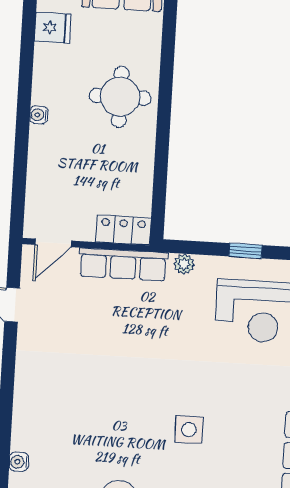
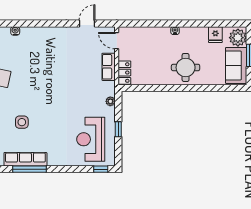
row of seats: (123, 264) -> (109, 67), width x0.68
side table: (189, 430) -> (22, 122), moved

